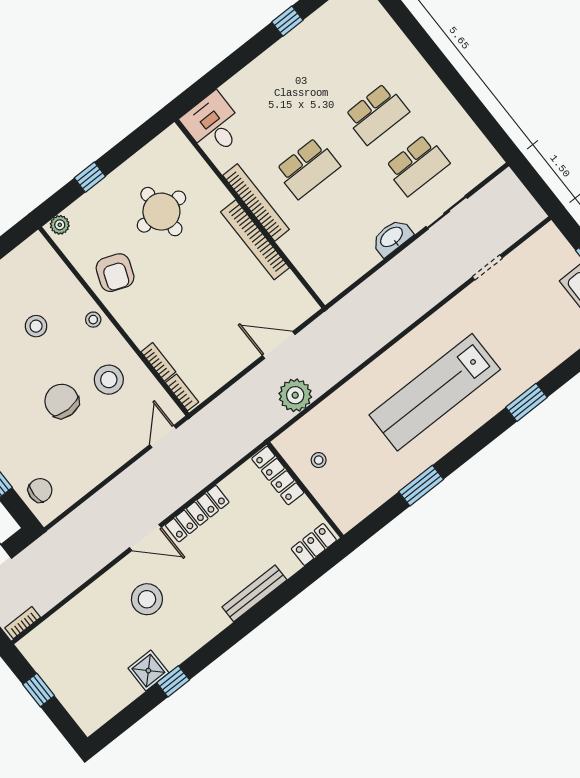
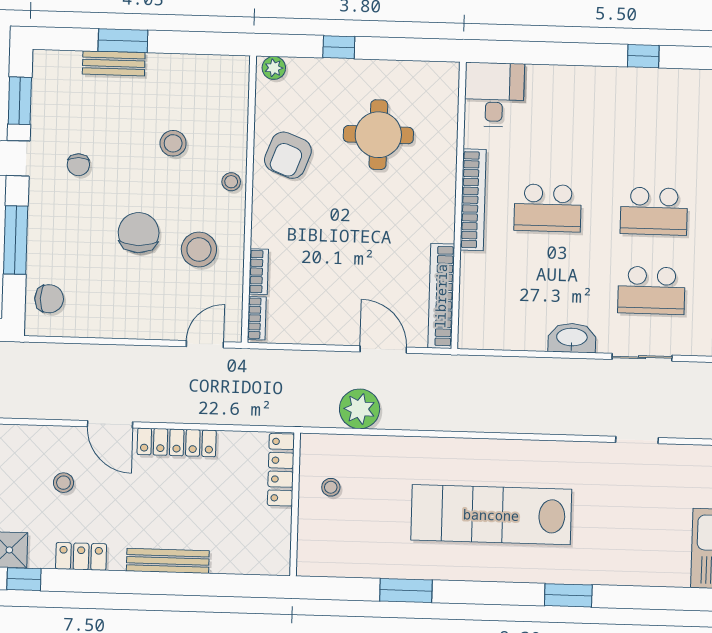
bookcase: (255, 240) -> (441, 296), moved
locker: (314, 544) -> (81, 556), moved
stool: (147, 599) -> (63, 483), width x0.53, depth x0.53

